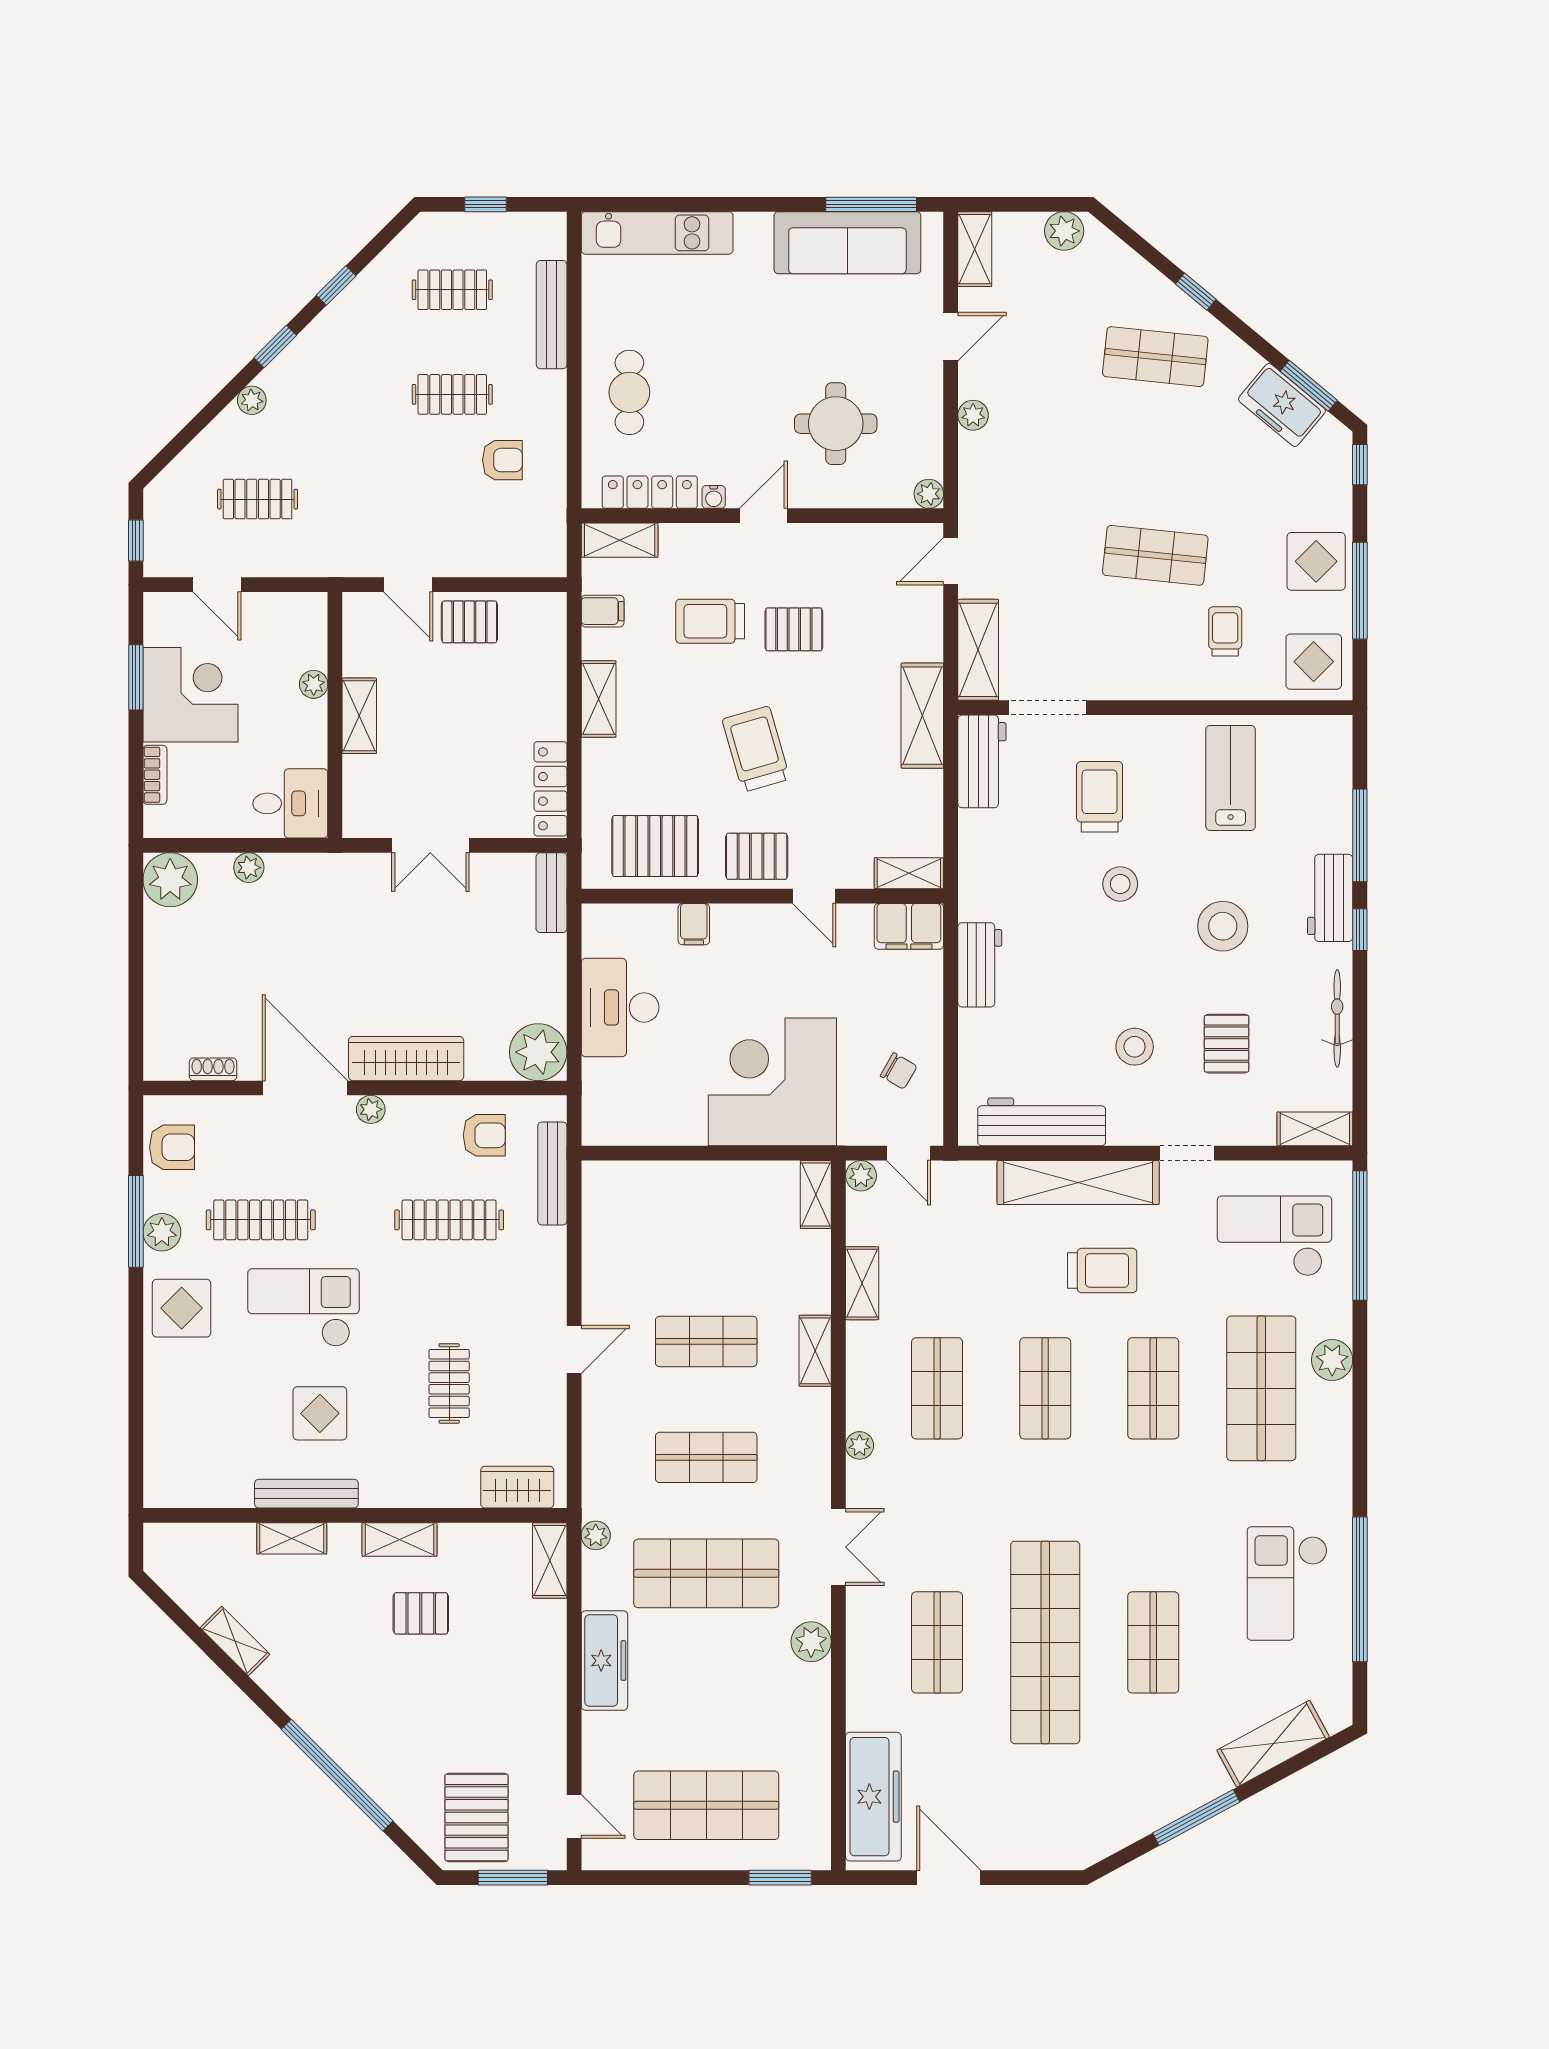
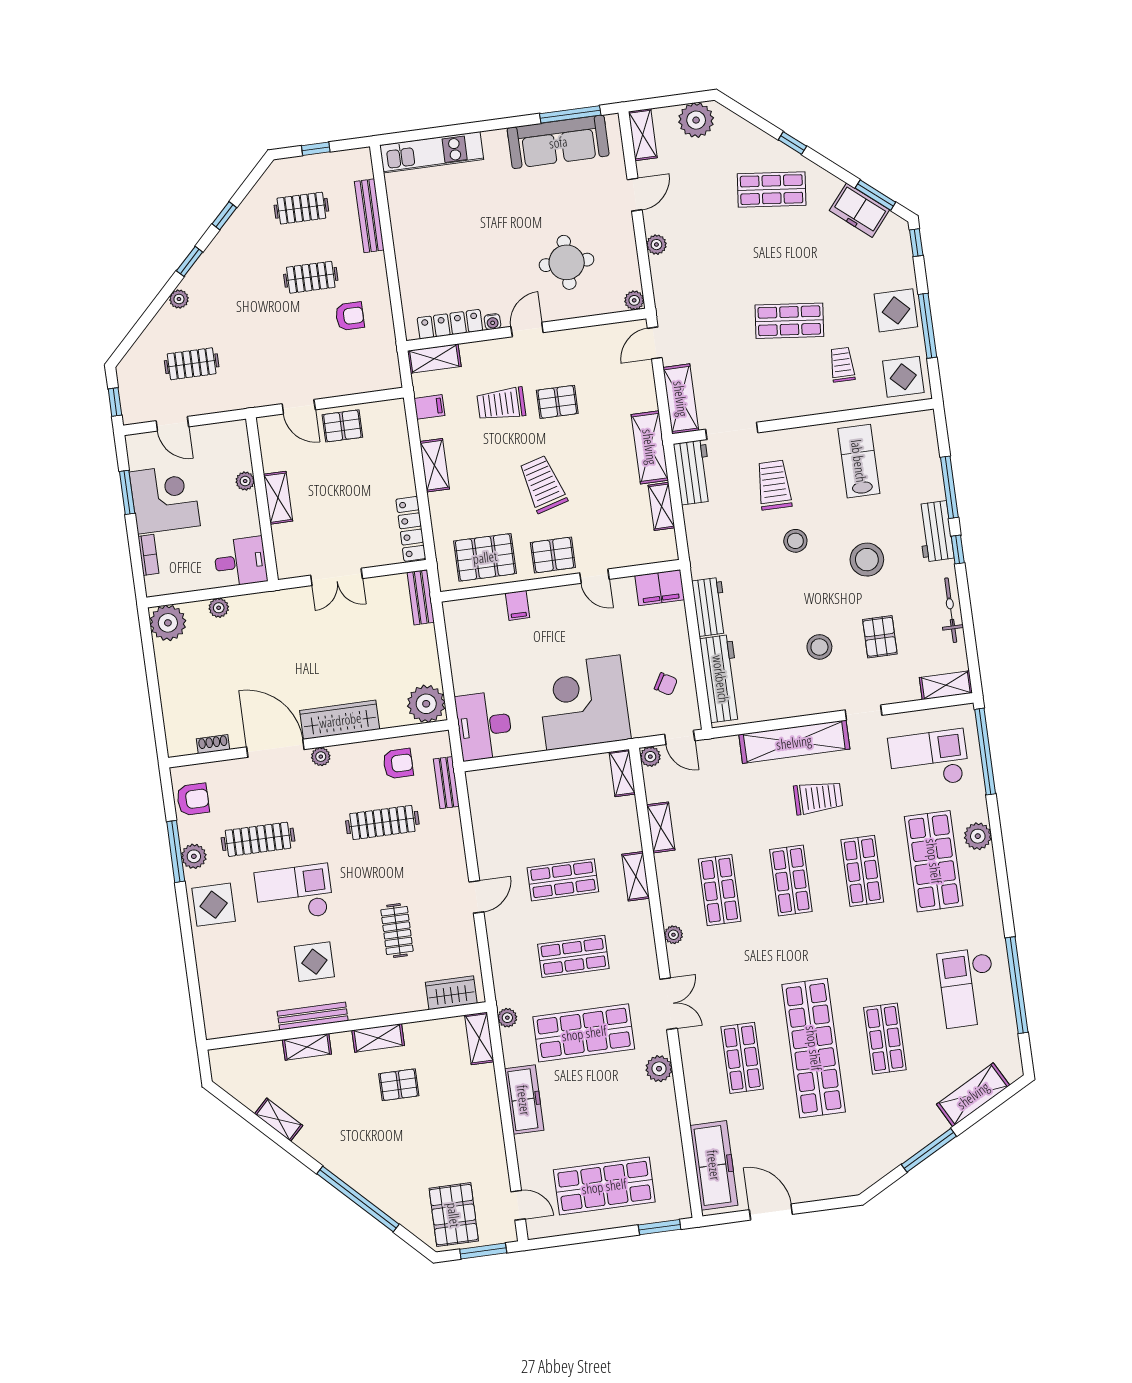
plant: (1064, 231) -> (696, 120), width x1.36, depth x1.36
cafe table: (629, 392) -> (428, 260), removed
shelving: (909, 873) -> (662, 506), moved, turned 90
desk: (620, 1007) -> (484, 726), moved
workbench: (1042, 1122) -> (721, 679), moved, turned 90
bench: (552, 1173) -> (446, 783), width x0.73

